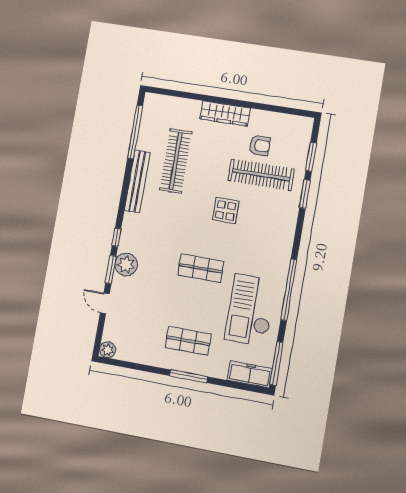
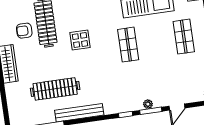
armchair: (260, 145) -> (24, 31), turned -90
plant: (126, 265) -> (148, 104), width x0.53, depth x0.53

